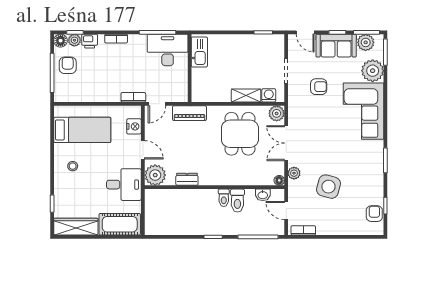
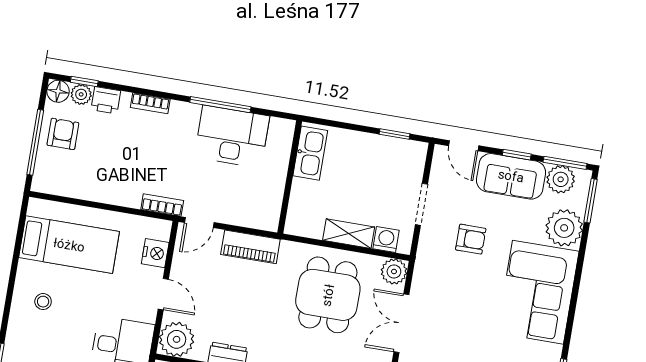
kitchen sink: (199, 52) -> (310, 153), moved
wall: (190, 68) -> (290, 177), moved

